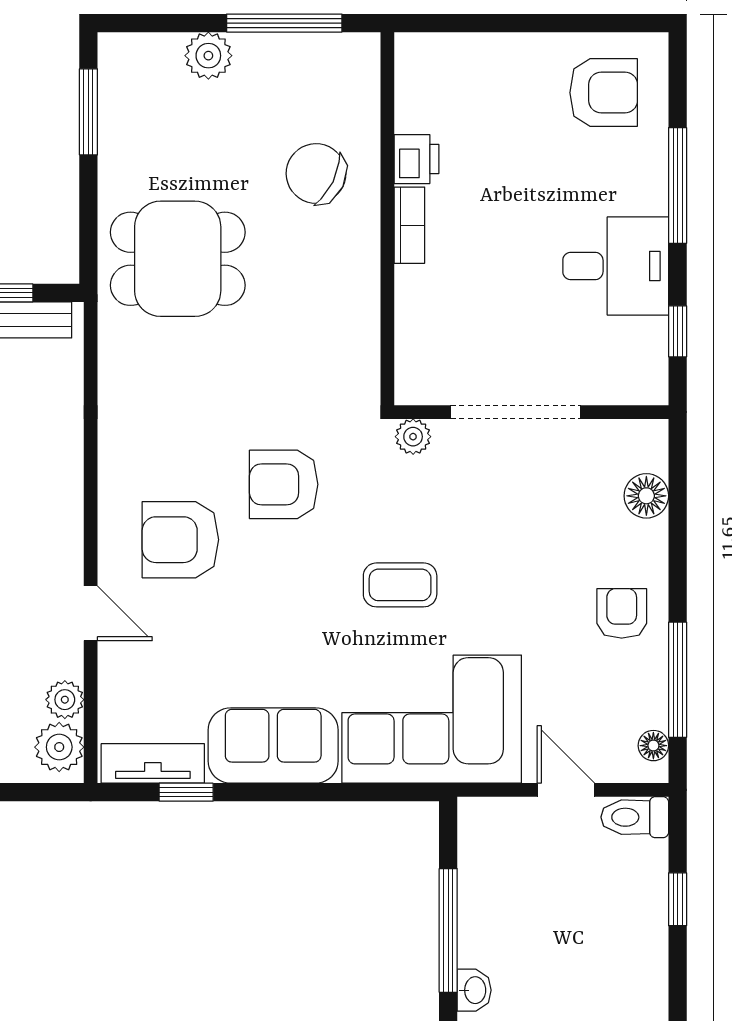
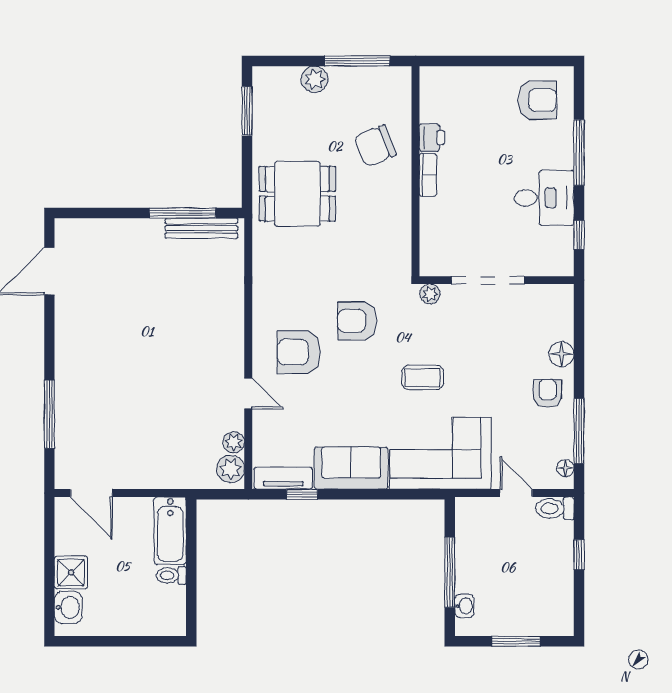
chair: (316, 174) -> (375, 146), turned -48
floor lamp: (646, 496) -> (561, 354), moved

